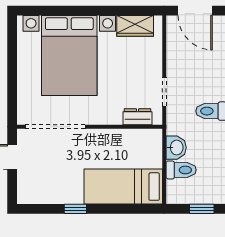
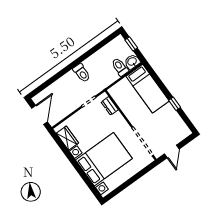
washbasin: (176, 148) -> (132, 62), moved

